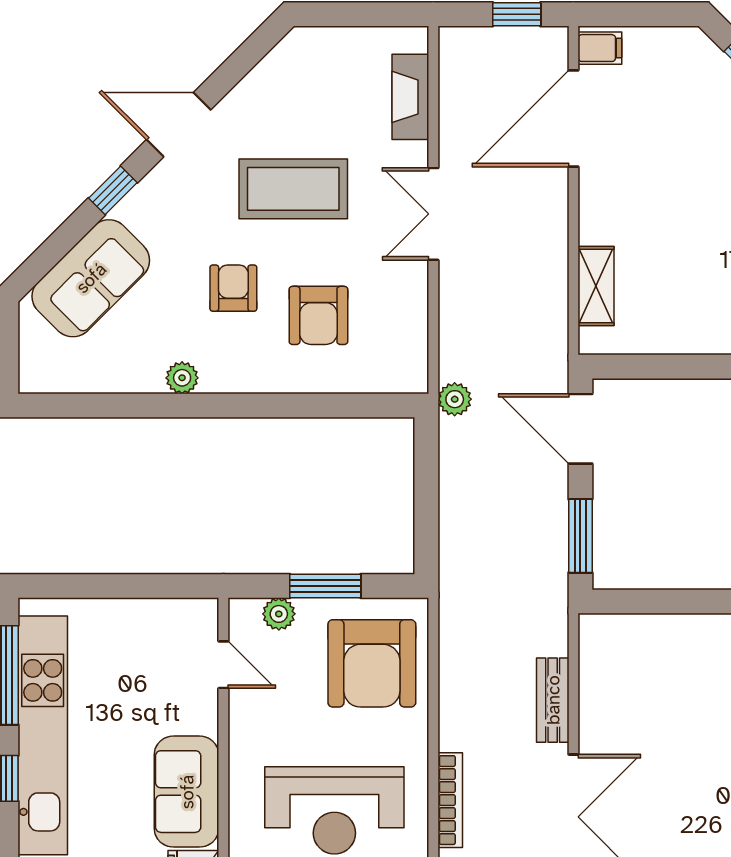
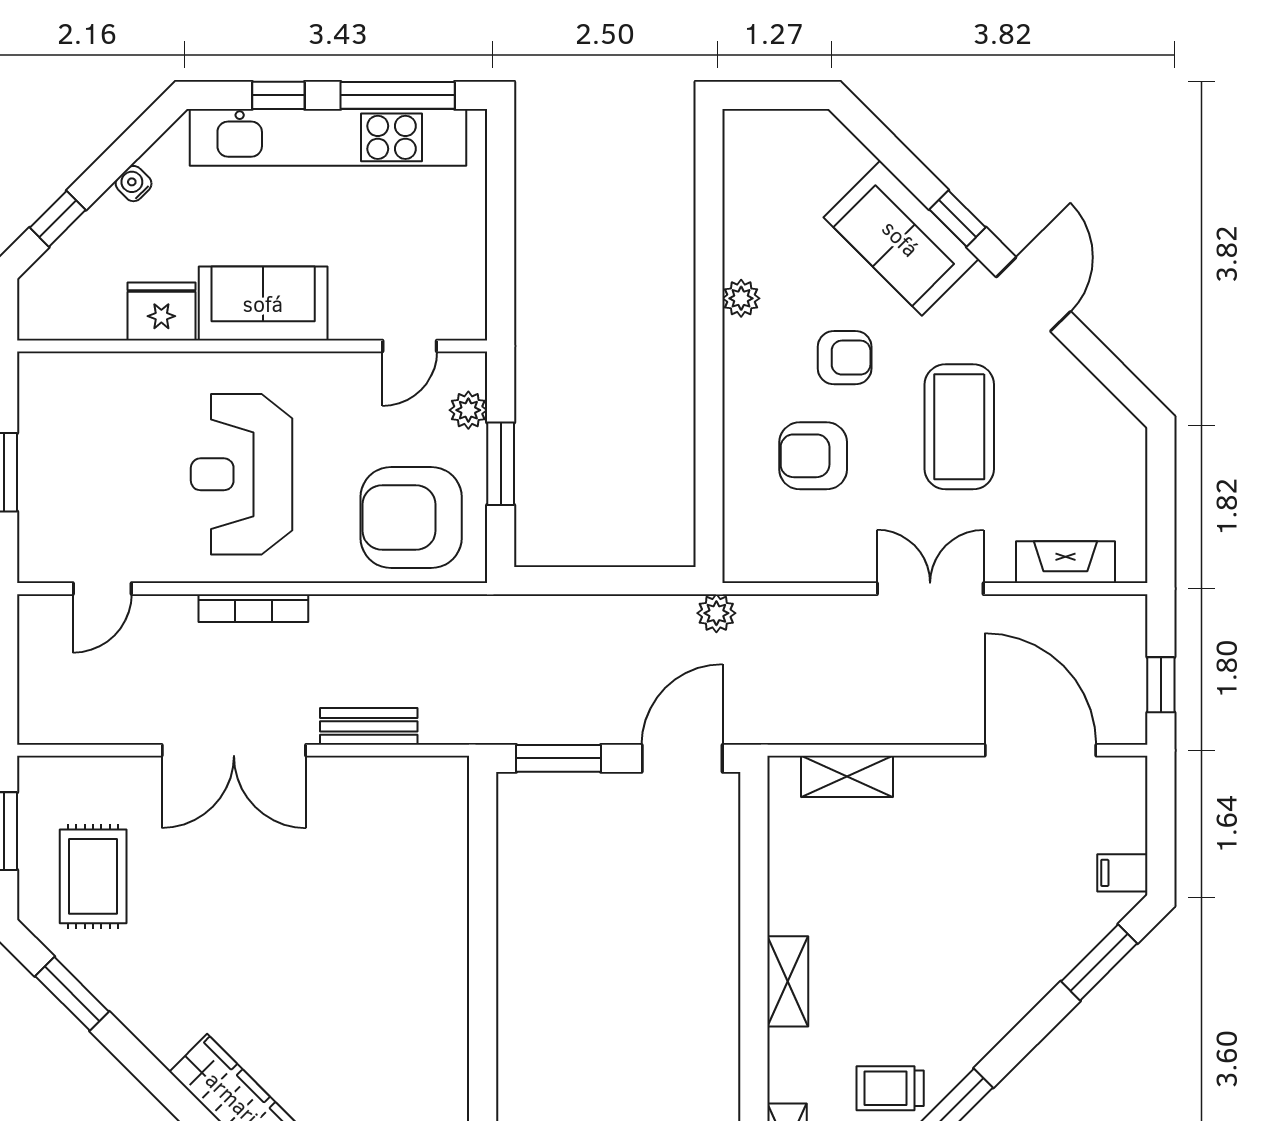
filing cabinet: (600, 48) -> (1122, 873), moved, turned 90
sofa: (91, 278) -> (901, 238), moved

